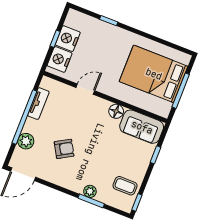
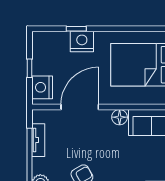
nightstand: (68, 39) -> (82, 42), moved, turned 90
door: (85, 89) -> (80, 107), width x1.88

